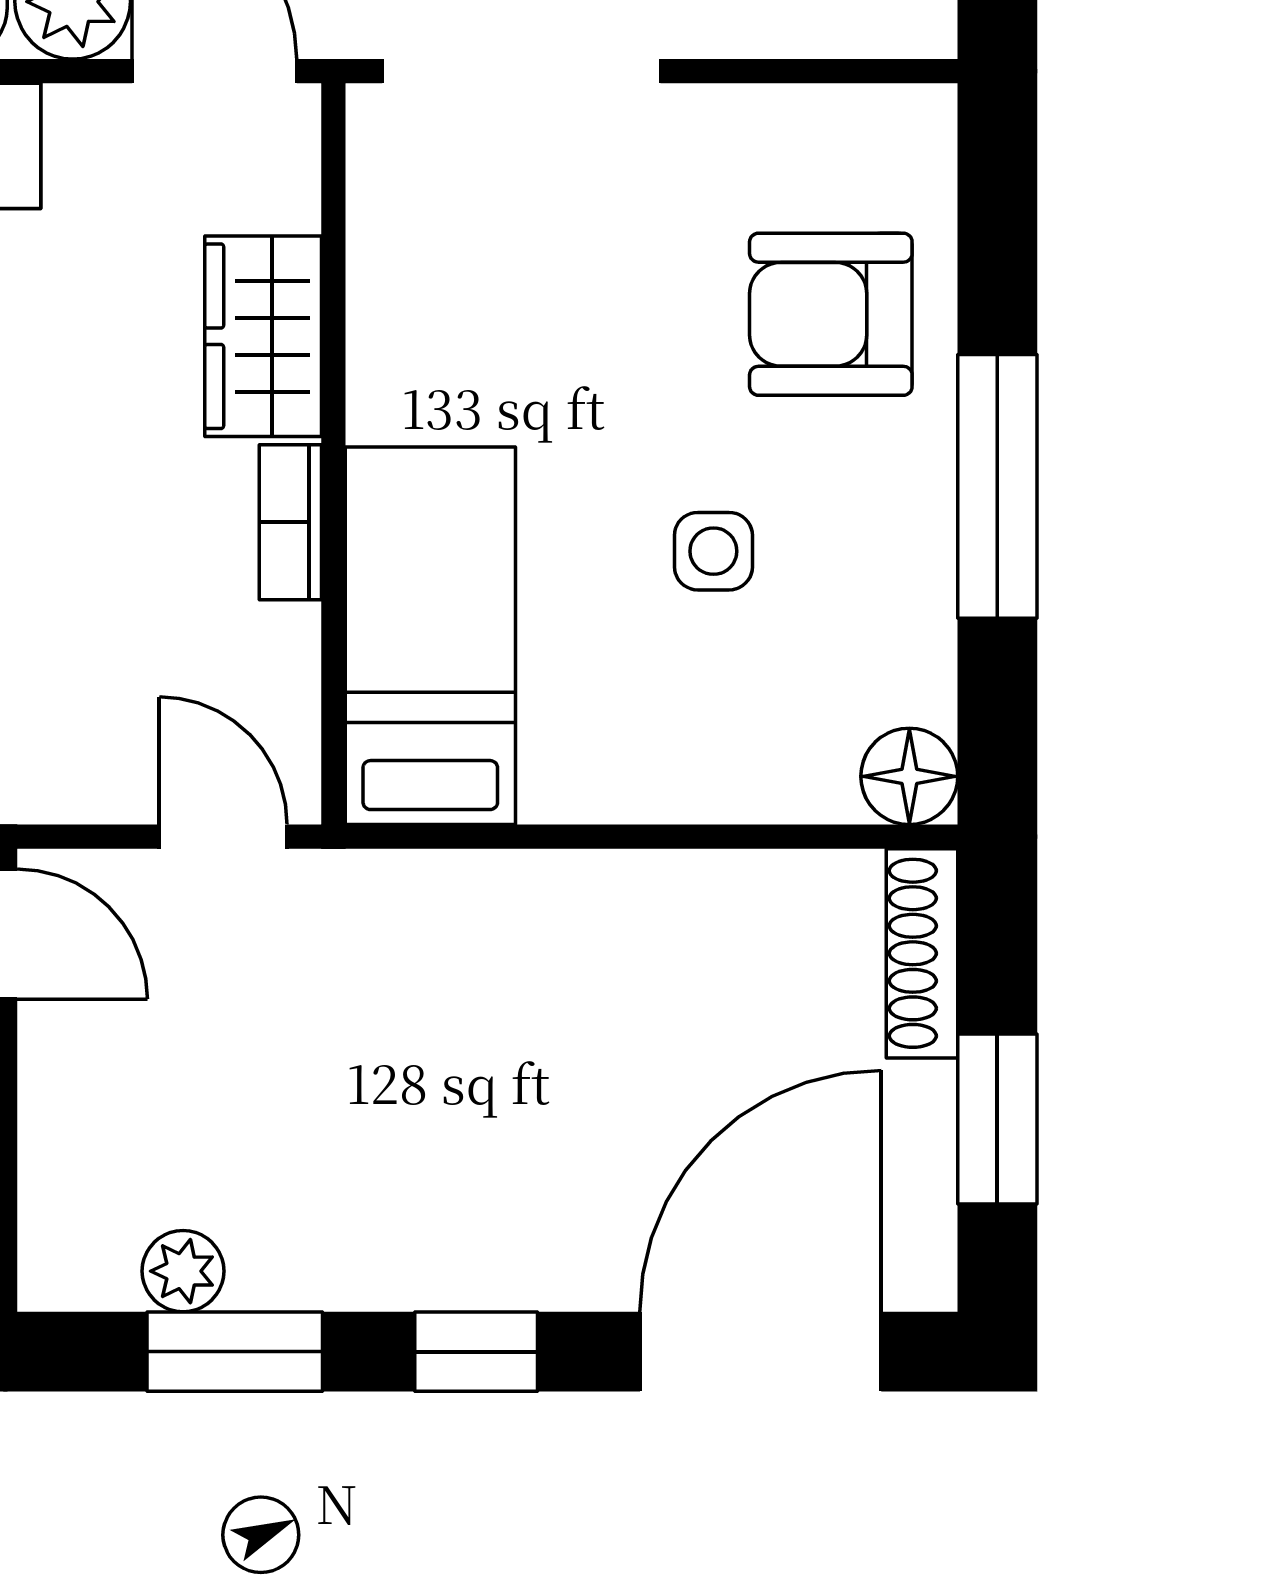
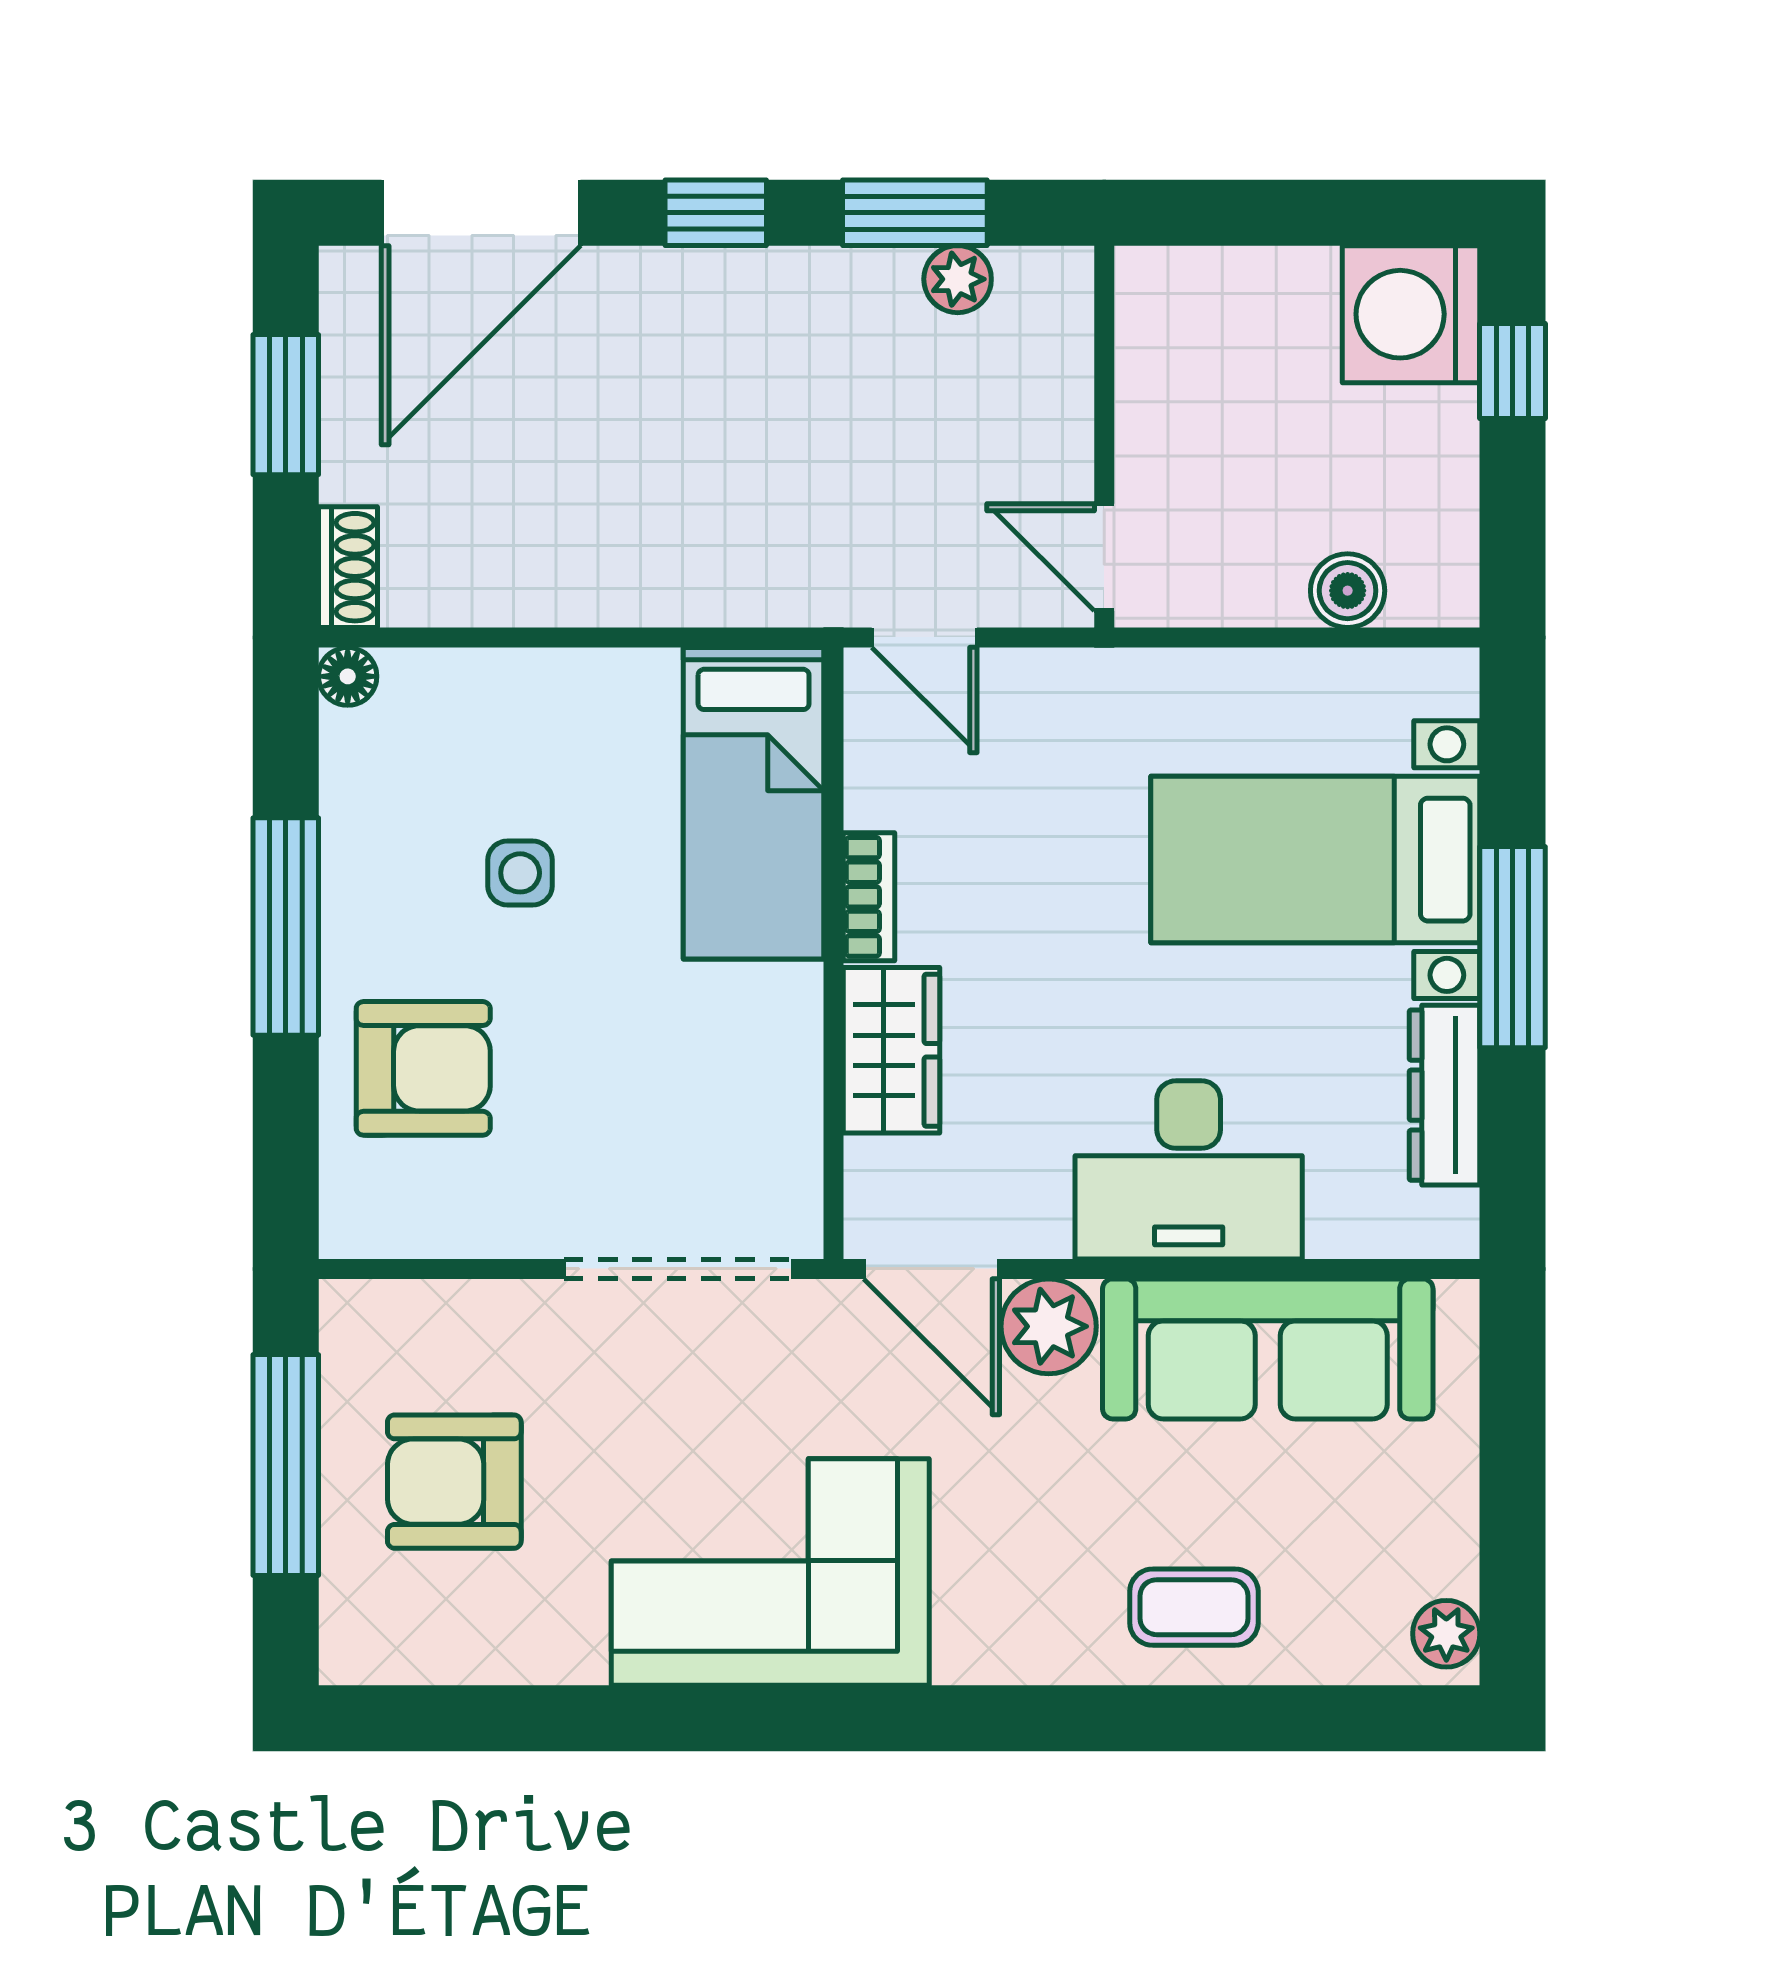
floor lamp: (909, 776) -> (348, 676), width x0.73, depth x0.73
shoe rack: (922, 953) -> (348, 567), width x0.70

